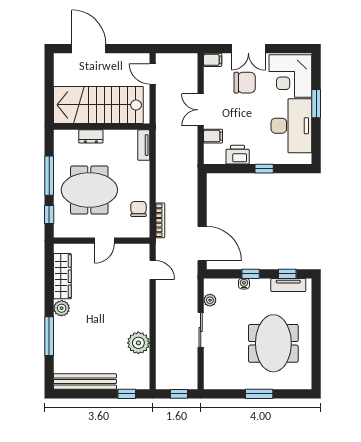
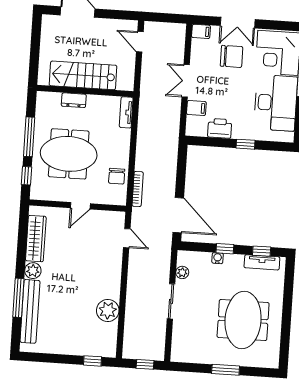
stairs: (98, 105) -> (83, 75), width x0.73, depth x0.66
chair: (138, 209) -> (117, 176), turned 180
bench: (85, 382) -> (30, 311), moved, turned 90

